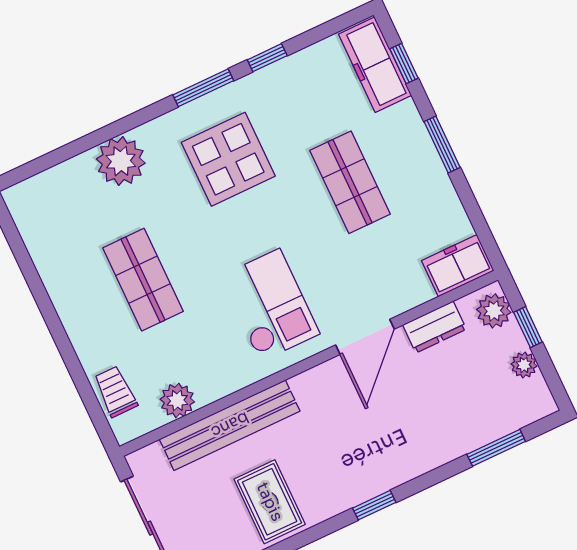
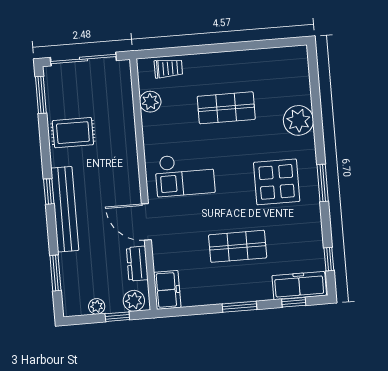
window: (267, 58) -> (329, 259), moved
bench: (230, 425) -> (65, 209), moved

